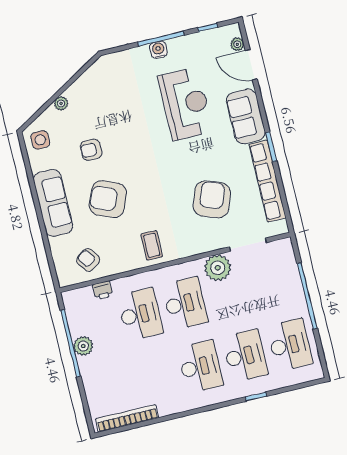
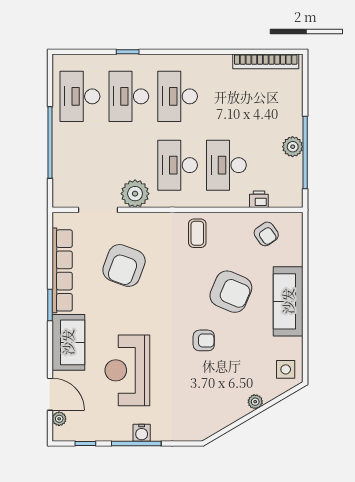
armchair: (91, 150) -> (204, 340), moved

